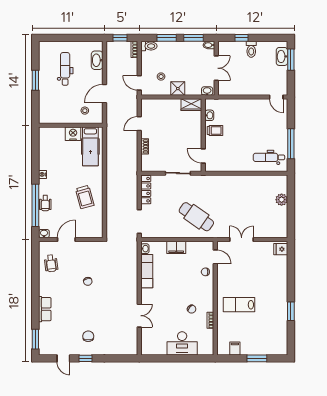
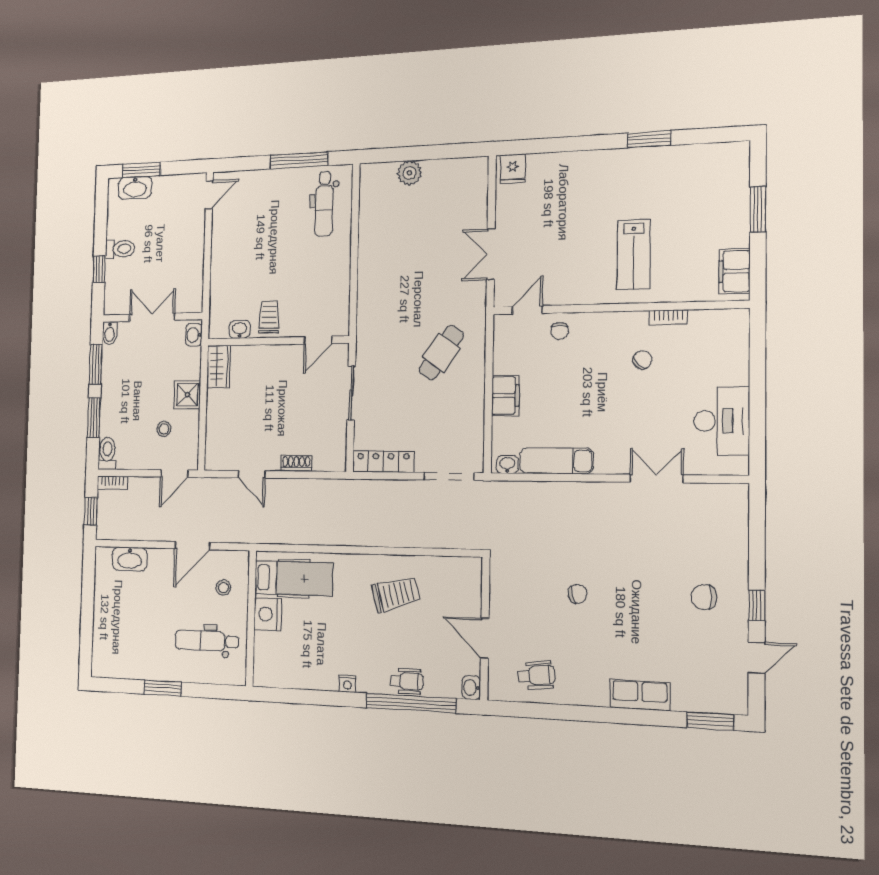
dental chair: (65, 69) -> (207, 641), moved
door: (104, 94) -> (192, 546), hinge flipped
cafe table: (196, 217) -> (441, 353), width x0.73, depth x0.74
desk: (182, 343) -> (722, 421), moved
filing cabinet: (235, 349) -> (734, 271), width x2.00

